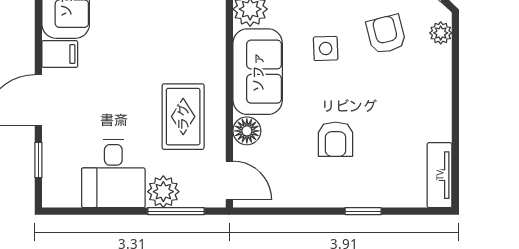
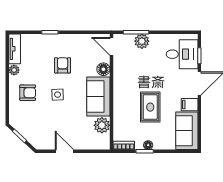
plant: (441, 33) -> (14, 70), moved
armchair: (386, 34) -> (28, 93), moved, turned -76
side table: (326, 48) -> (58, 95), moved
rug: (183, 117) -> (150, 107), moved
desk: (113, 173) -> (182, 54), moved, turned 90

